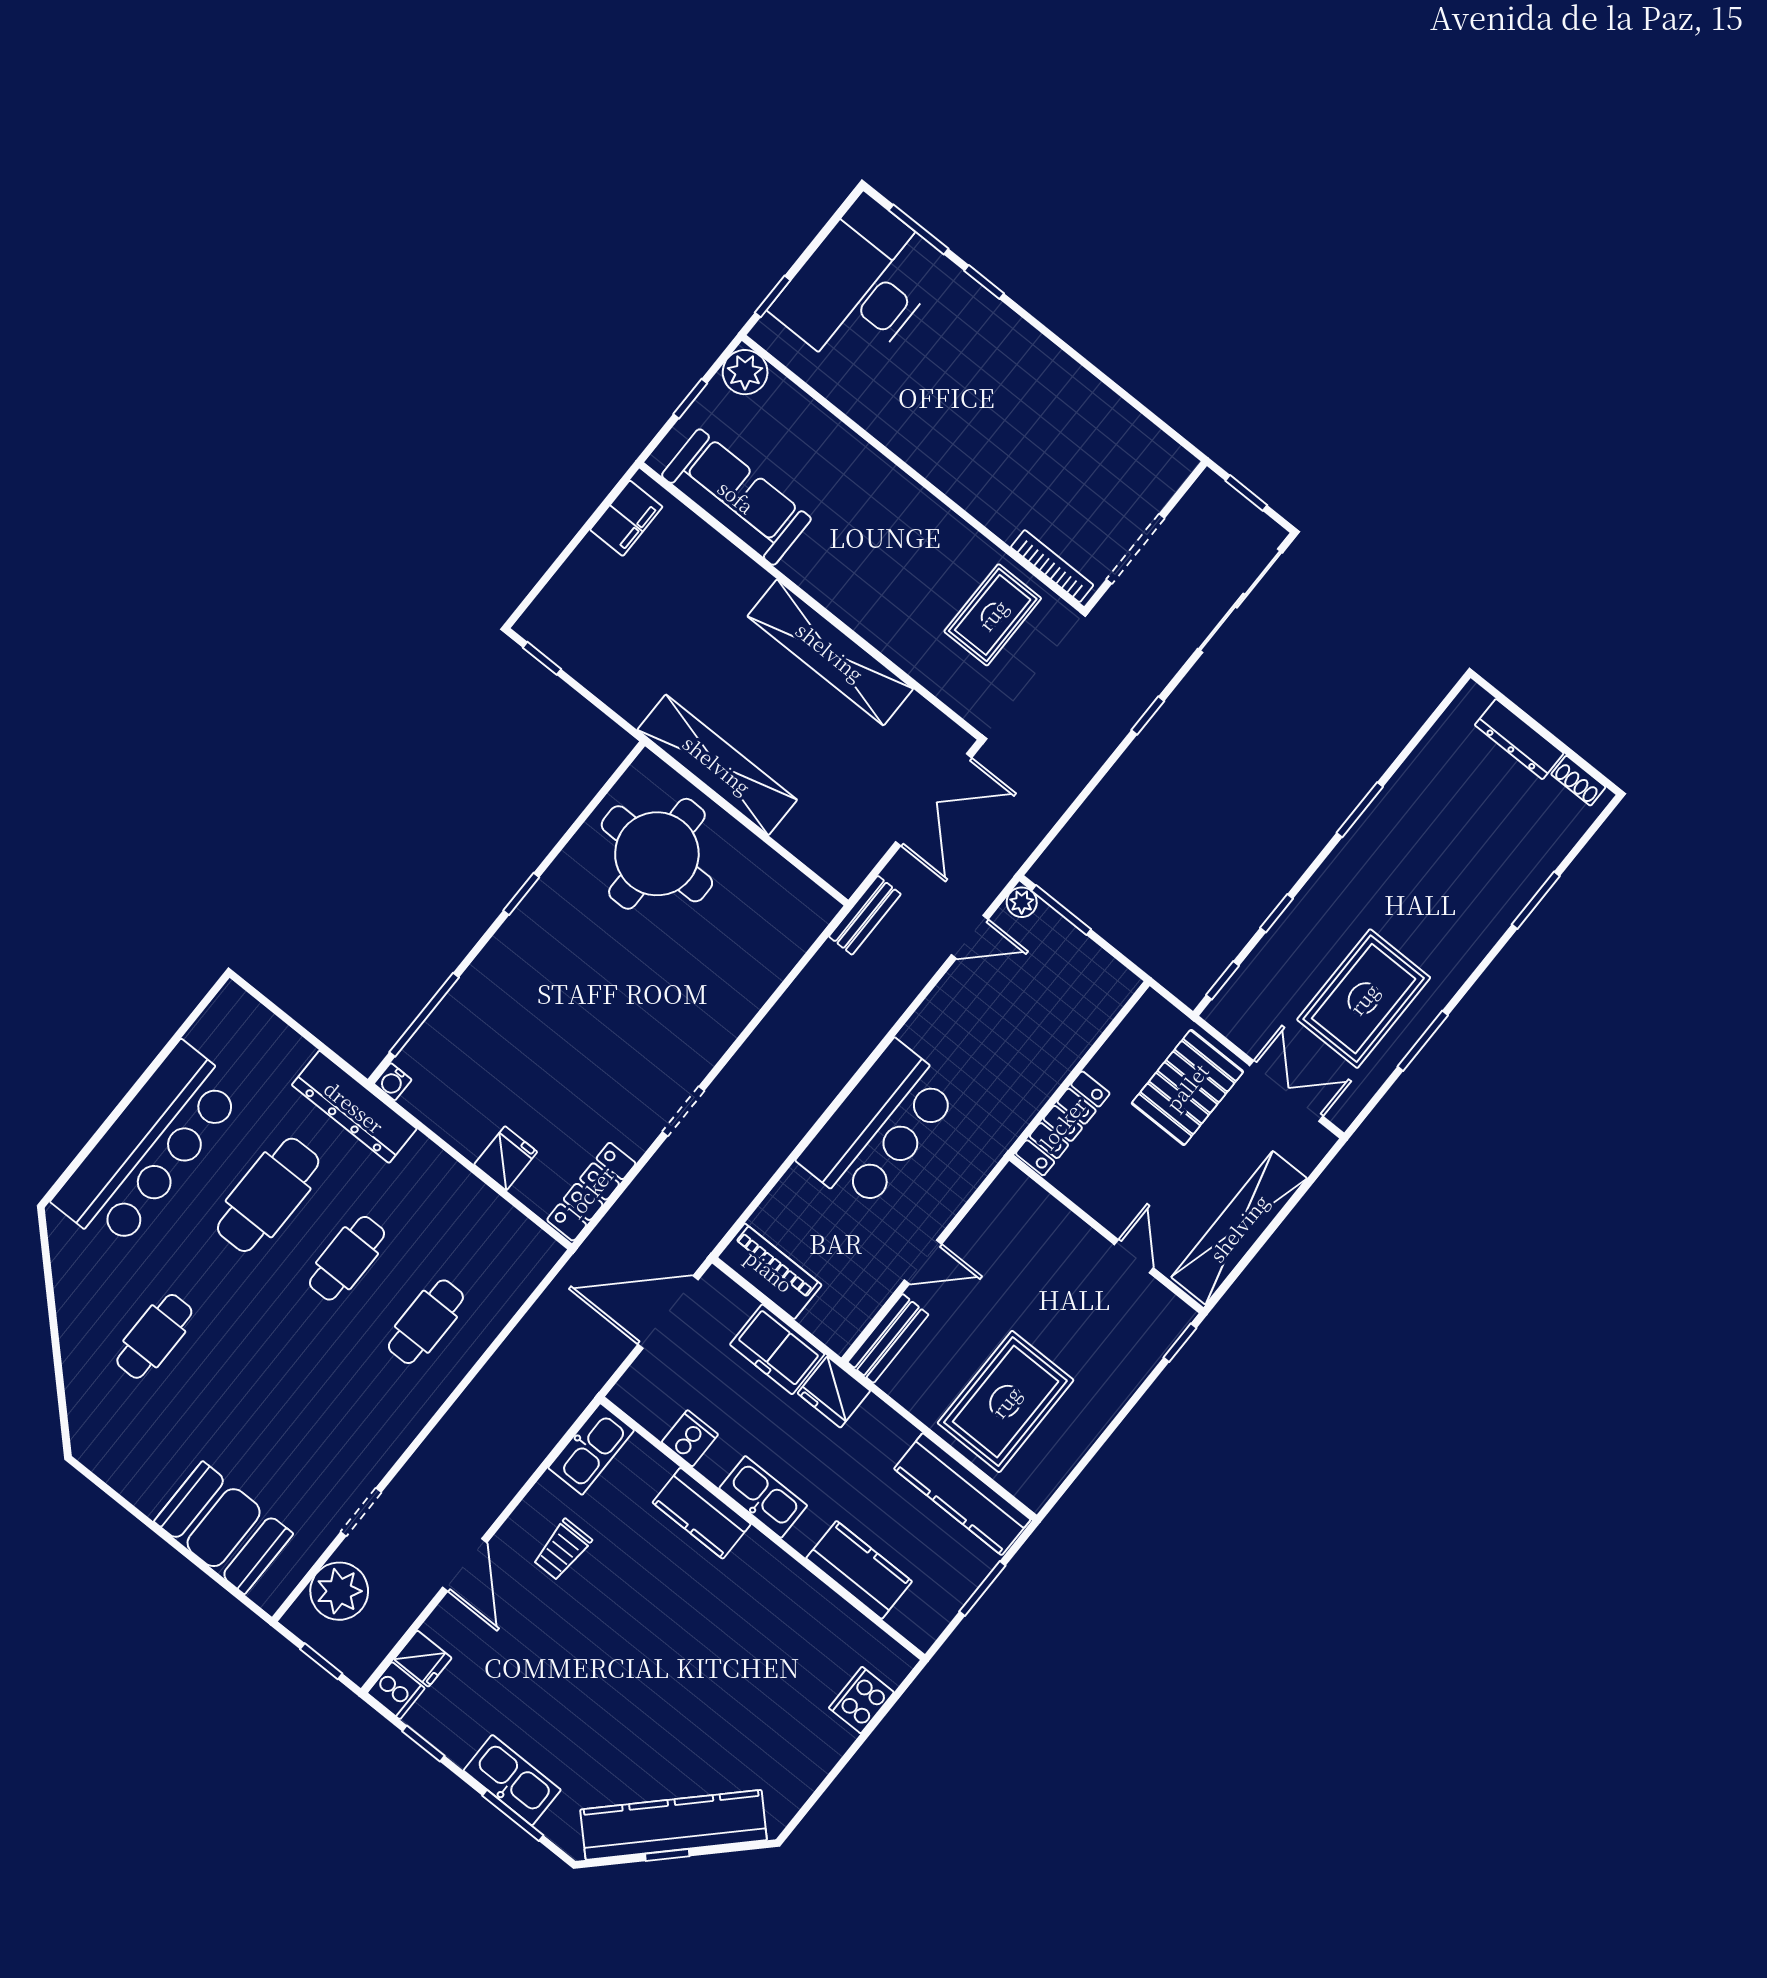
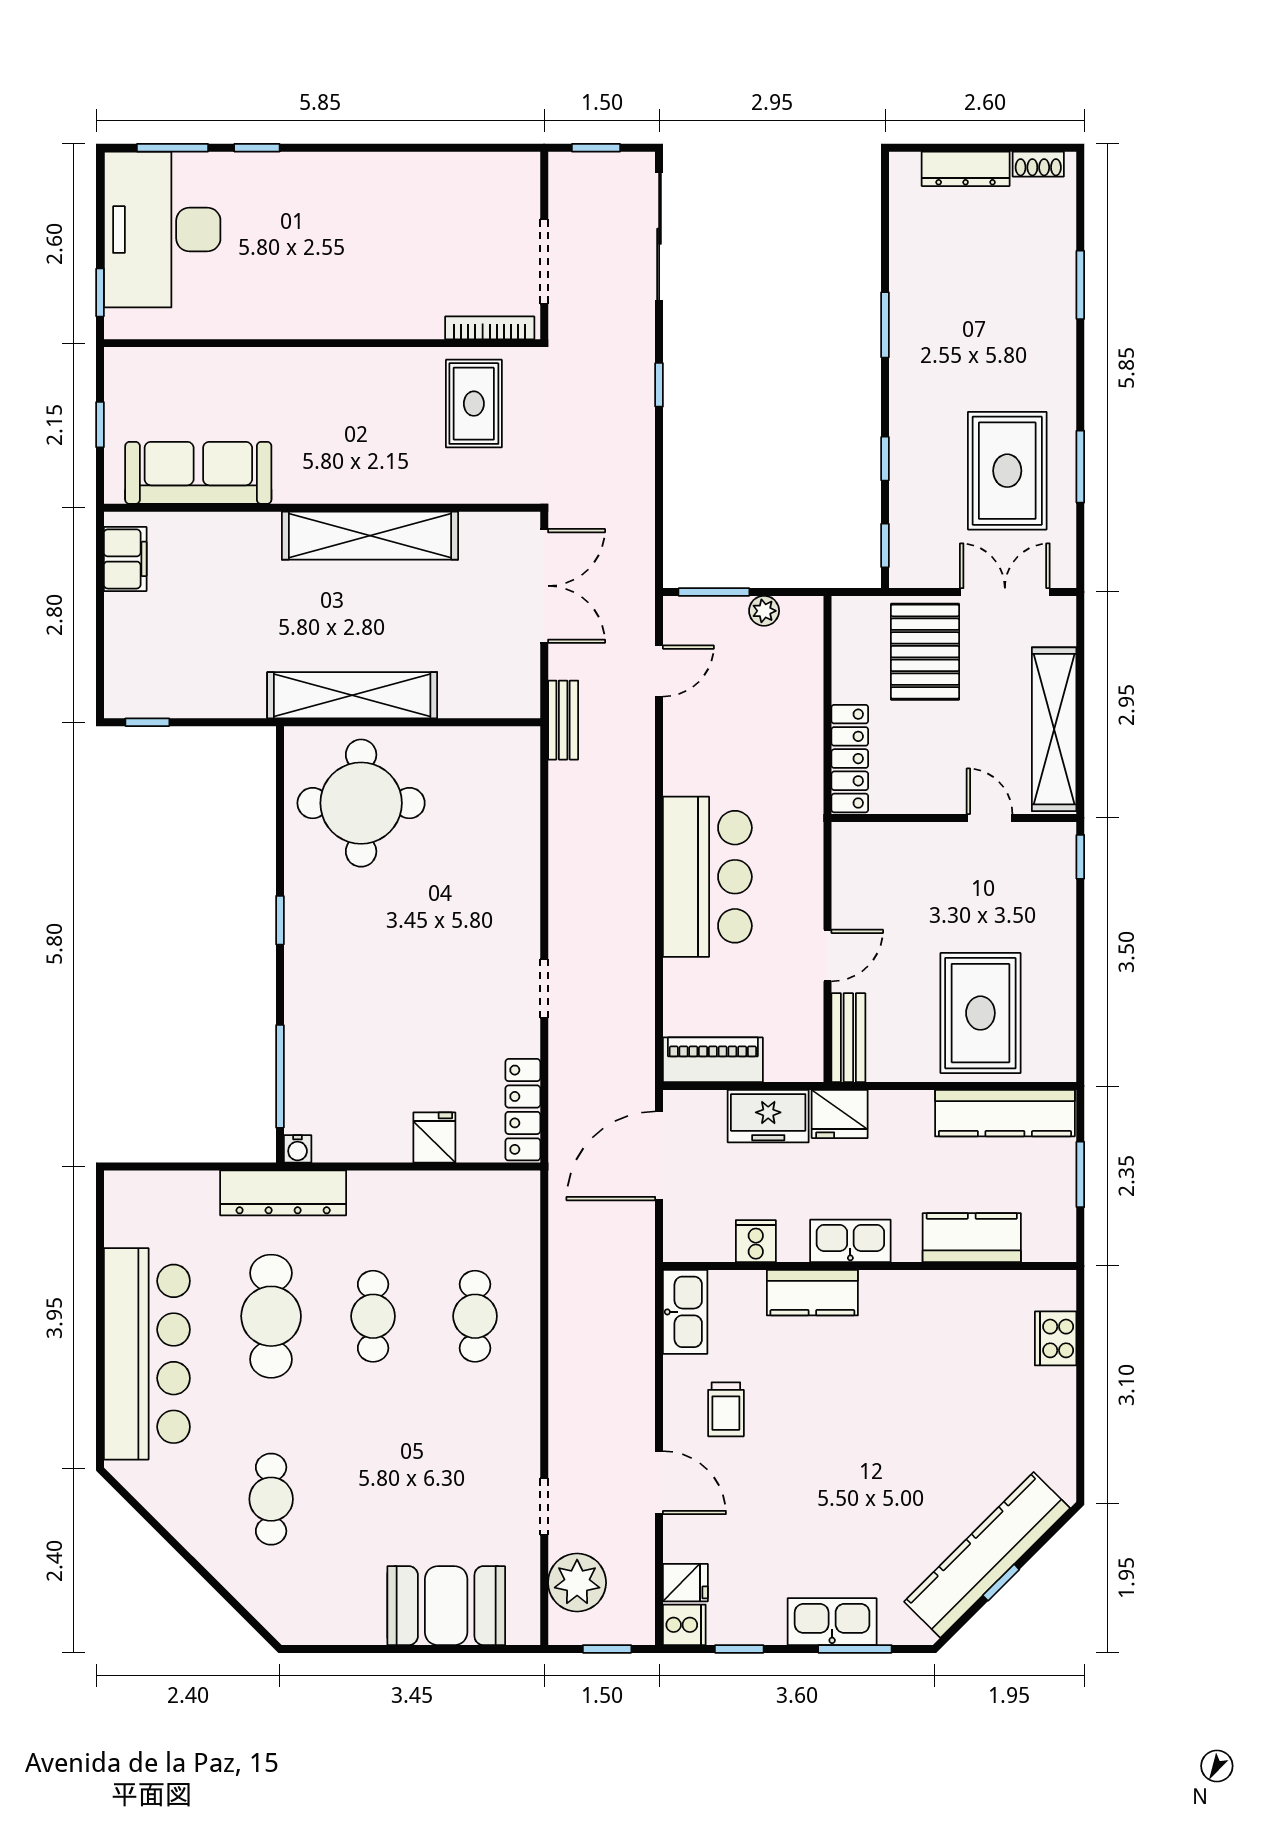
plant: (745, 372) -> (126, 369), removed
plant: (1022, 902) -> (764, 611), moved

